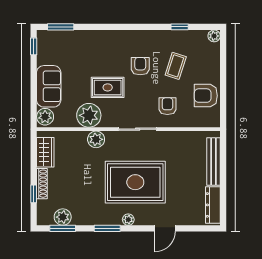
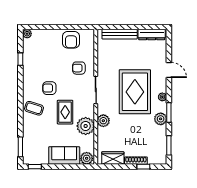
coffee table: (176, 66) -> (34, 108), moved
plant: (63, 217) -> (161, 119), moved

